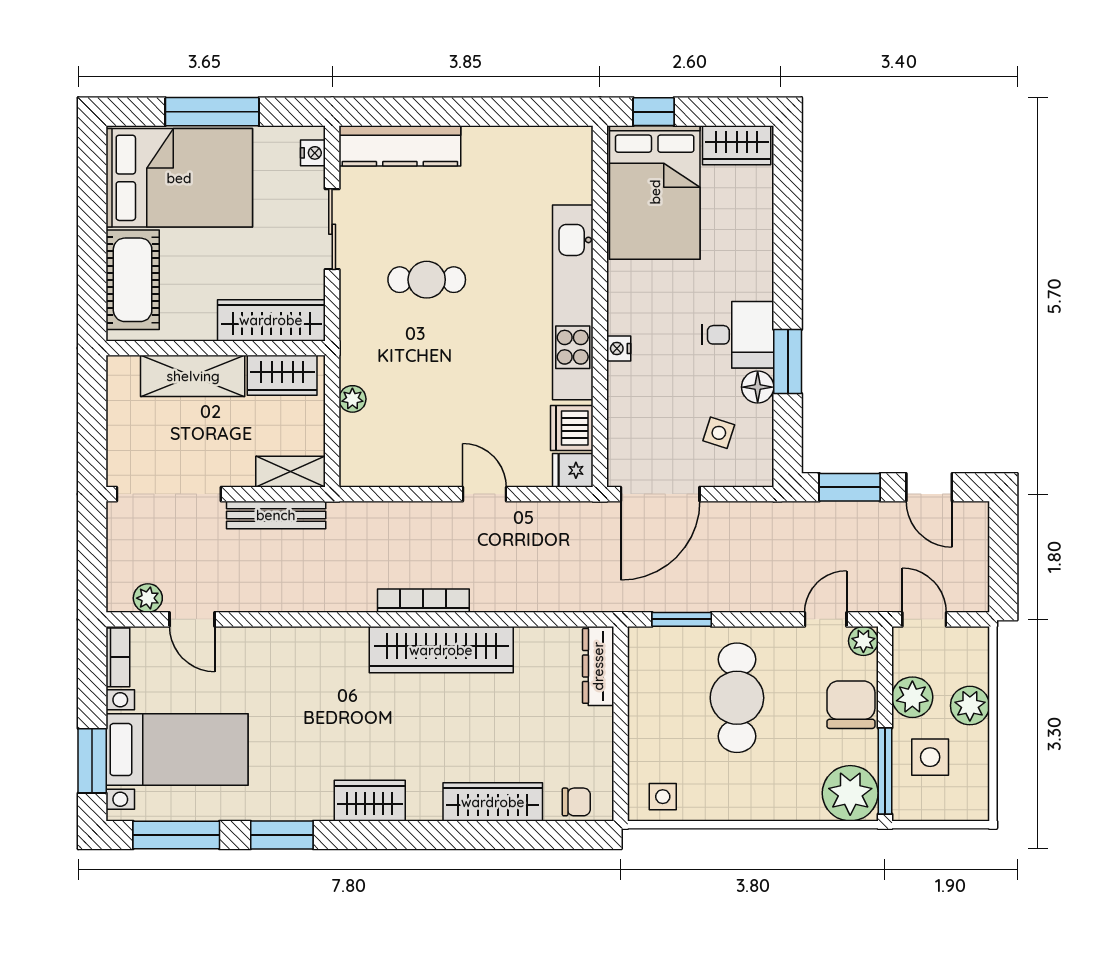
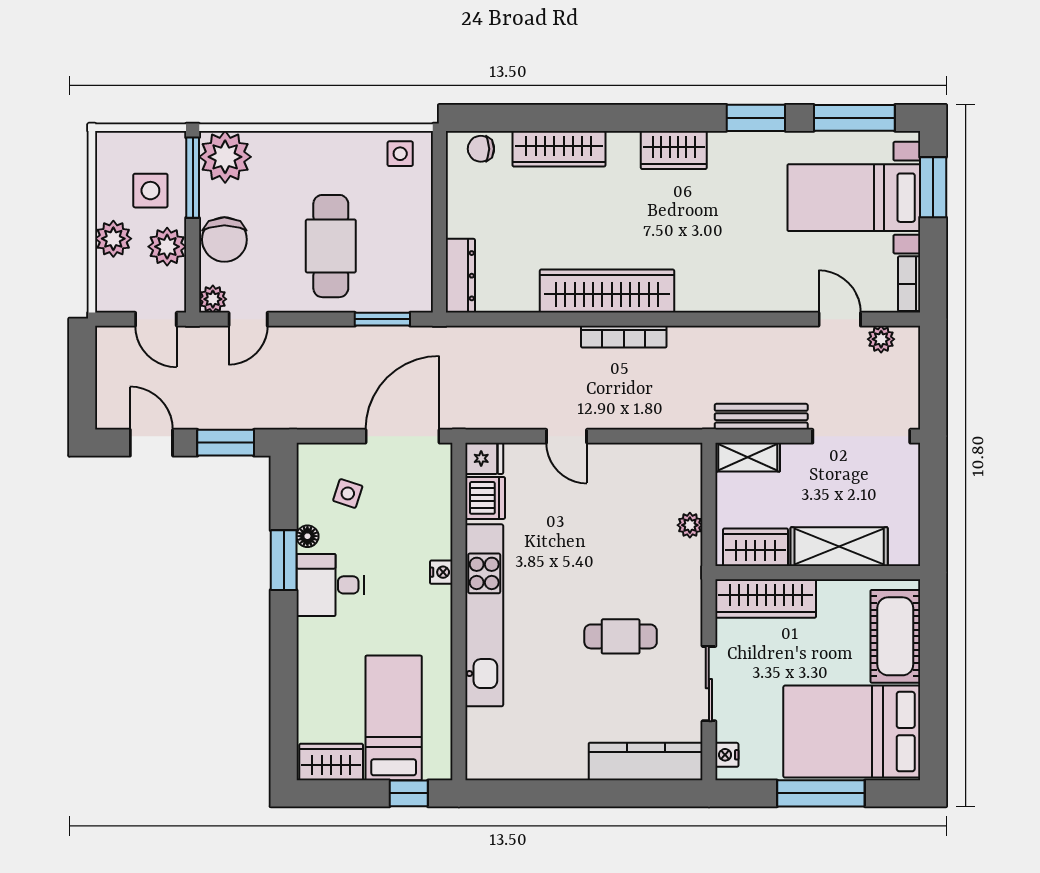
bed: (655, 192) -> (394, 718), width x0.67
floor lamp: (758, 387) -> (307, 536), width x0.73, depth x0.73

